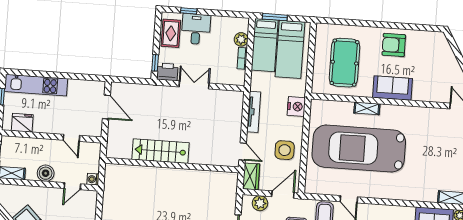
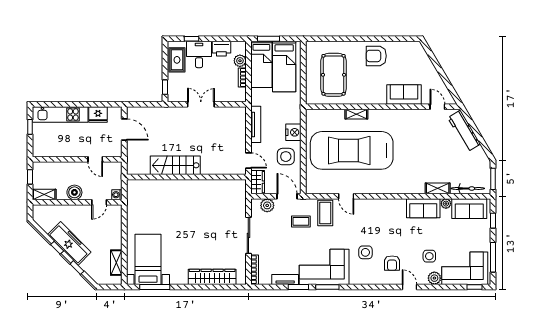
printer: (167, 72) -> (221, 49), moved, turned 180
sofa: (393, 88) -> (404, 94), moved
nightstand: (296, 107) -> (293, 132), moved
fridge: (22, 123) -> (98, 115), moved, turned 180
door: (283, 195) -> (287, 196), hinge flipped

